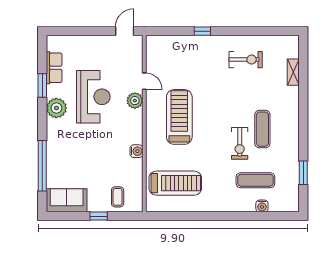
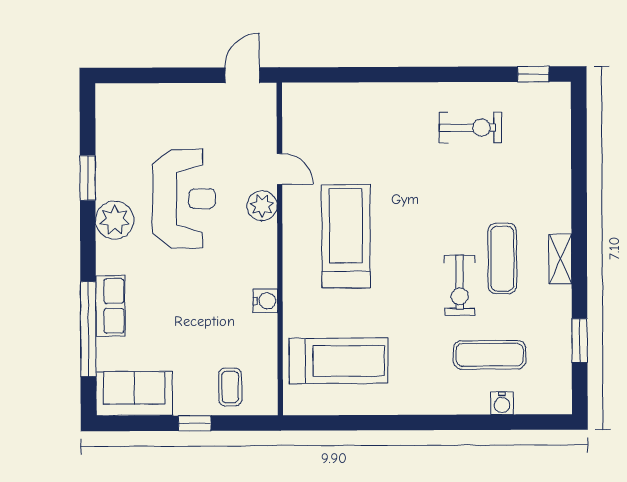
window: (202, 31) -> (533, 74), moved
row of seats: (54, 68) -> (110, 306), moved
shelving: (293, 72) -> (560, 259), moved

